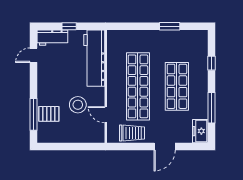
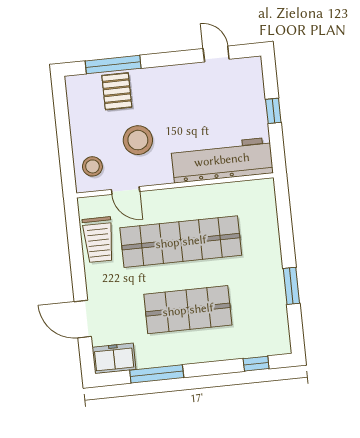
workbench: (52, 38) -> (250, 83), removed
window: (212, 63) -> (256, 364), moved
door: (106, 115) -> (125, 190), swing flipped
stool: (90, 132) -> (92, 166), added
door: (165, 146) -> (83, 319), moved

